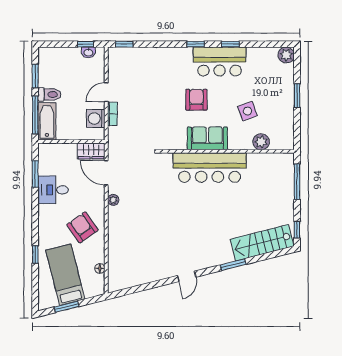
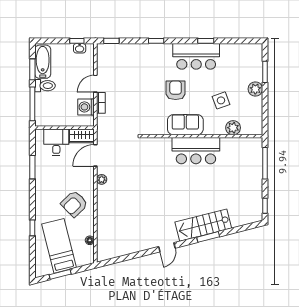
window: (196, 44) -> (156, 41), moved
plant: (286, 55) -> (255, 89), moved
window: (297, 96) -> (265, 72), moved
bathtub: (47, 121) -> (43, 62), moved
bar counter: (210, 168) -> (196, 151), width x0.73
door: (106, 173) -> (95, 155), hinge flipped
window: (35, 174) -> (32, 167), moved
desk: (53, 190) -> (56, 142), moved, turned 90
armchair: (82, 227) -> (74, 204), turned -99
stairs: (262, 243) -> (203, 225), moved

